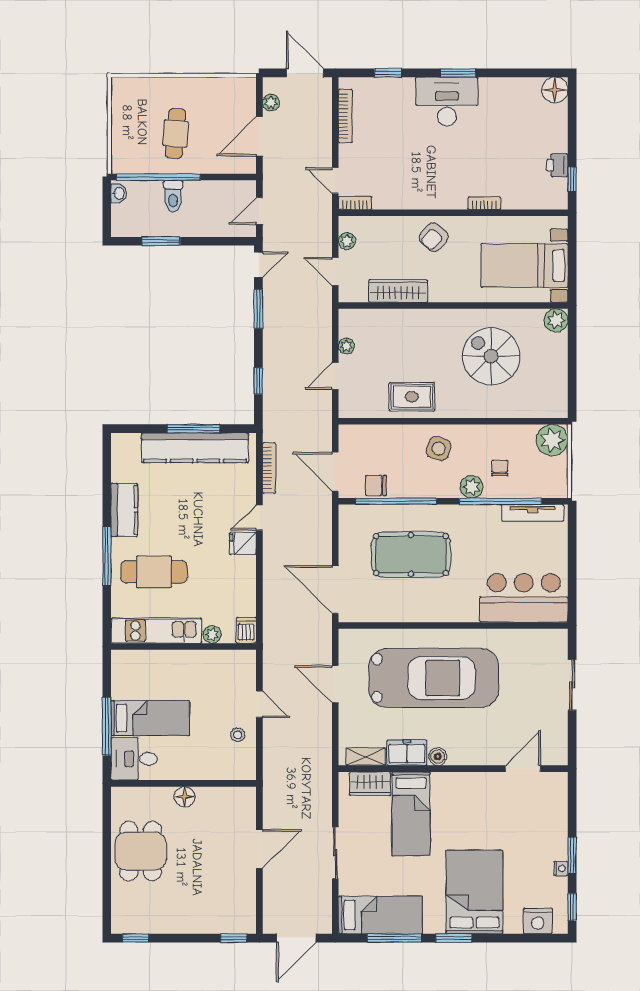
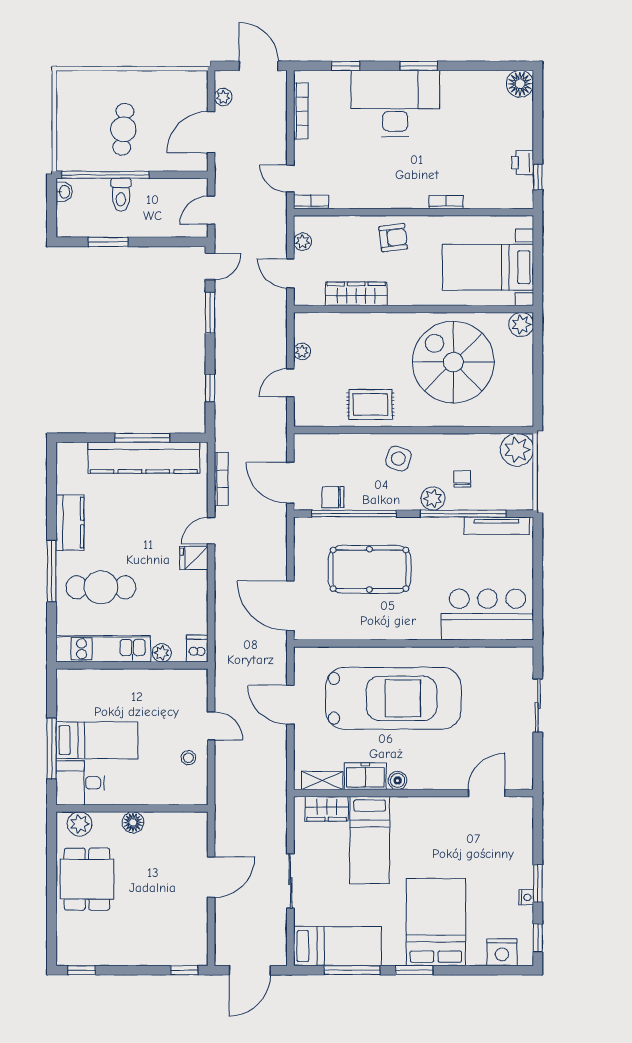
desk: (447, 101) -> (395, 103), width x1.36, depth x1.30
armchair: (434, 237) -> (393, 238), turned -139
spiral stairs: (491, 356) -> (453, 362), width x1.37, depth x1.37
plant: (134, 798) -> (80, 824), added

